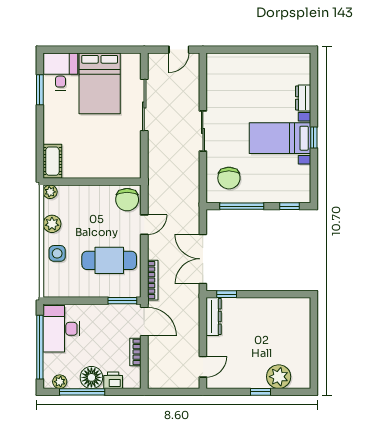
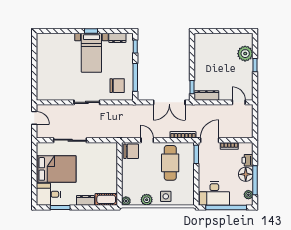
dresser: (303, 98) -> (117, 38), moved
dresser: (51, 129) -> (85, 200), added

